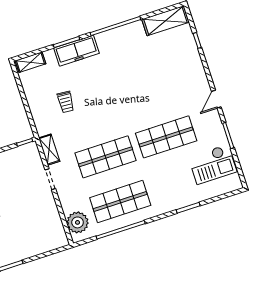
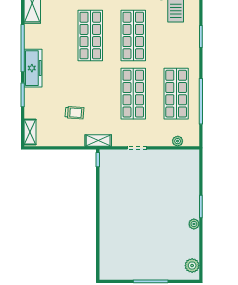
freezer: (76, 51) -> (33, 68), moved
shop shelf: (152, 92) -> (90, 36), added
shelving: (49, 150) -> (98, 140), moved
plant: (78, 222) -> (178, 141), width x0.53, depth x0.53

